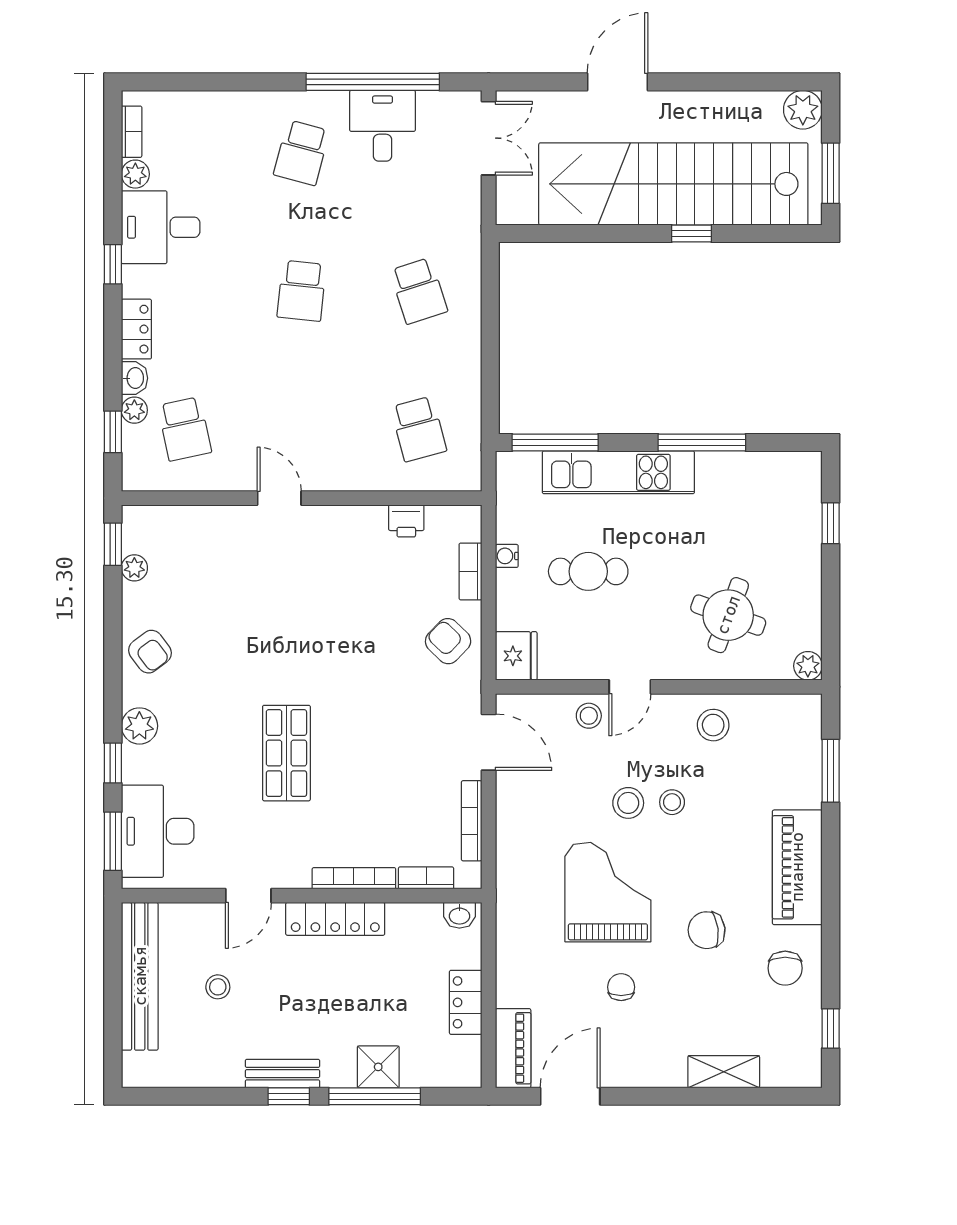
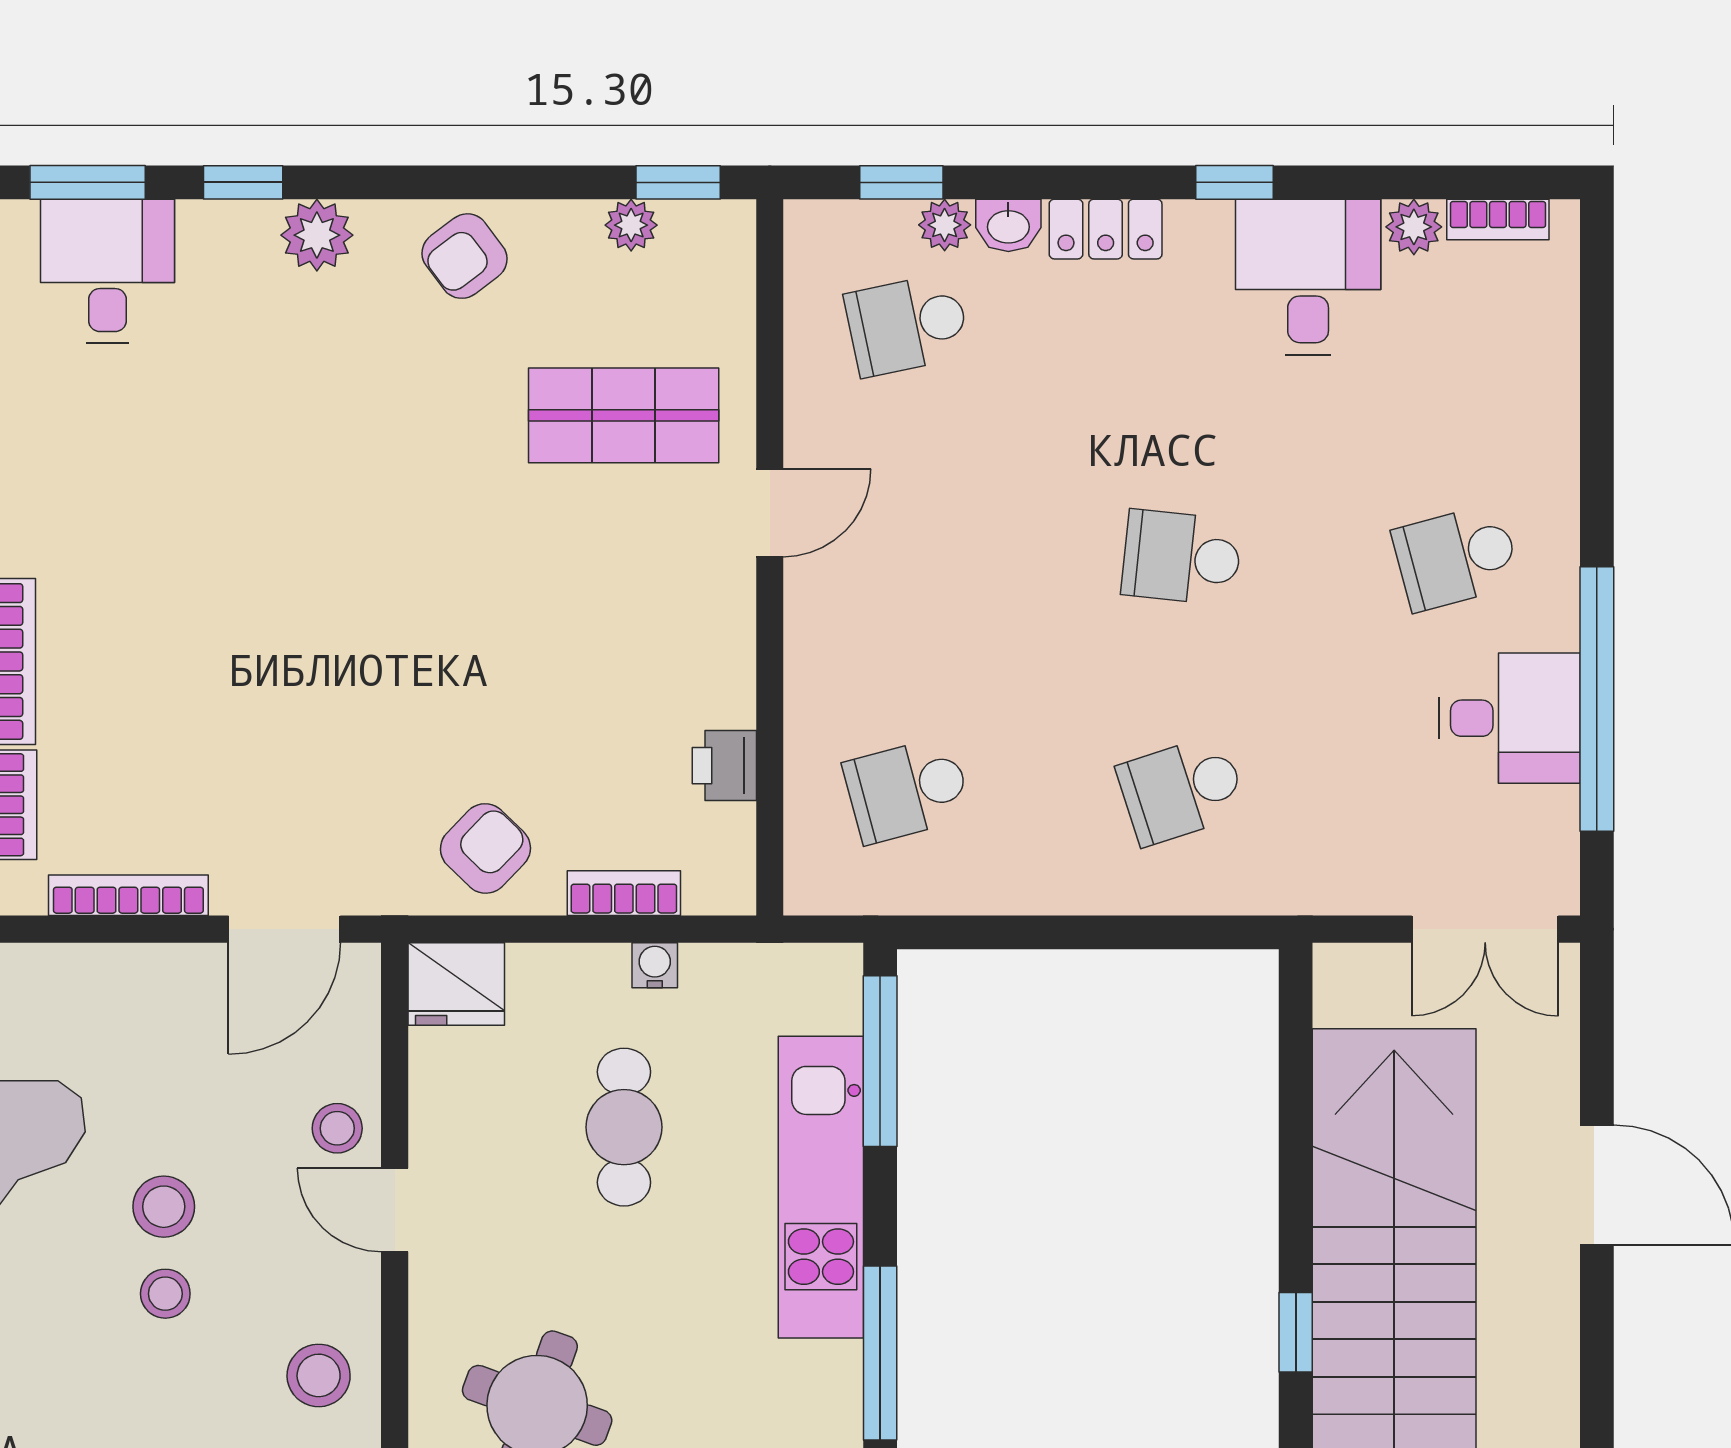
school desk: (302, 153) -> (1456, 557), turned -30
shop shelf: (286, 753) -> (624, 415), moved
desk: (158, 831) -> (107, 271), width x0.73

